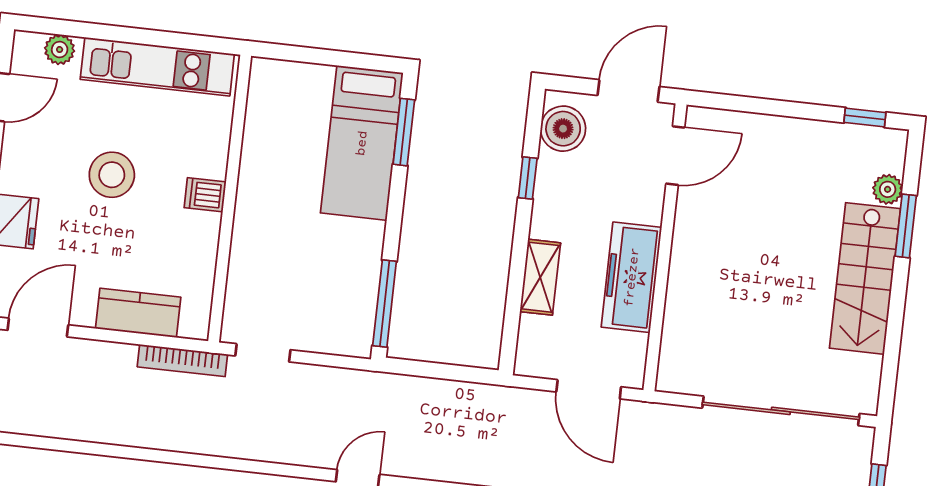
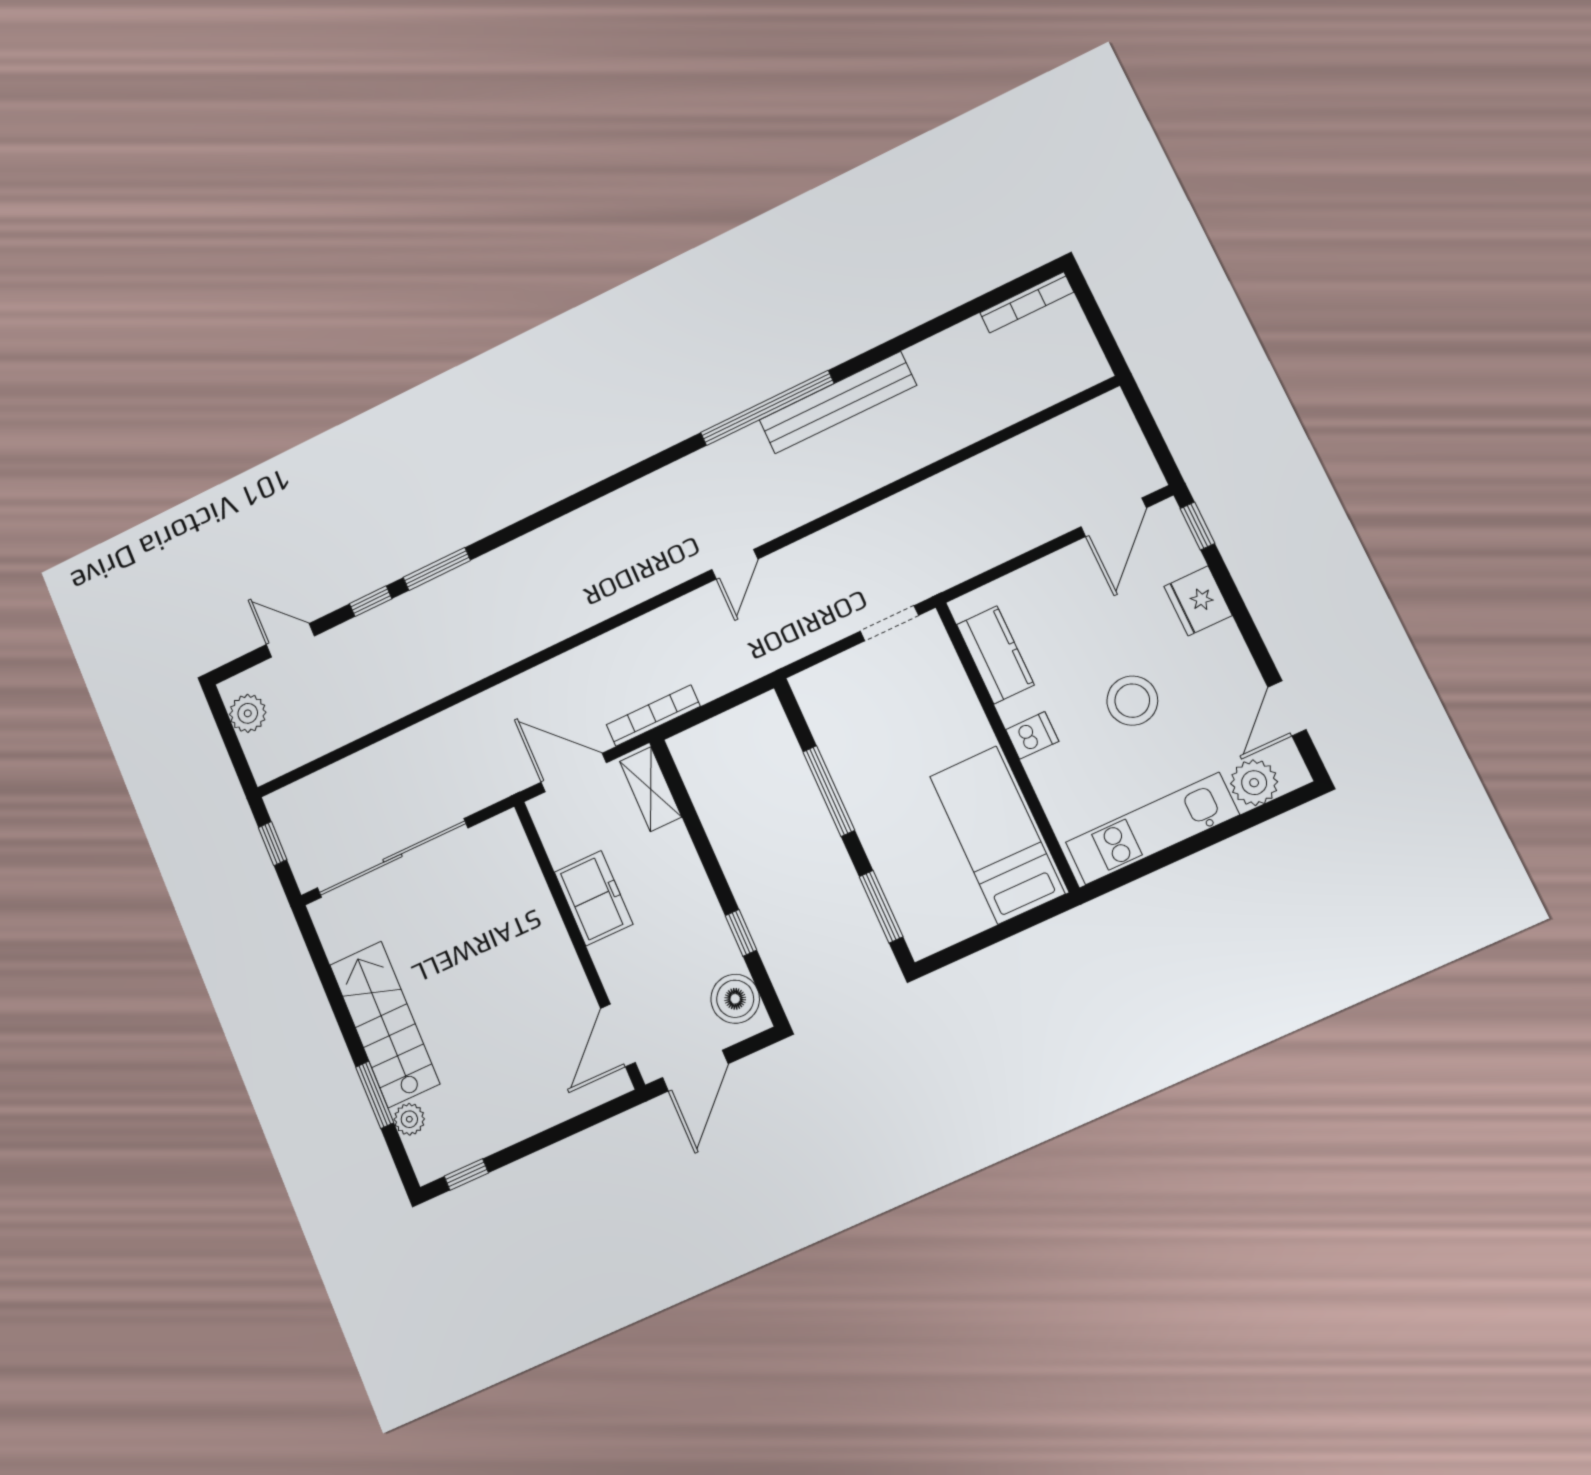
plant: (60, 50) -> (1254, 783), width x1.38, depth x1.38
bed: (362, 143) -> (997, 835), moved
shelving: (540, 277) -> (651, 789), moved
freezer: (632, 277) -> (594, 898), width x0.71
window: (385, 304) -> (829, 791), moved
kitchen counter: (138, 313) -> (995, 655), moved, turned -90
bookcase: (182, 361) -> (653, 716), moved

